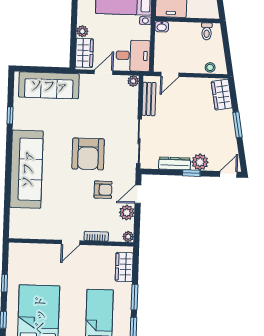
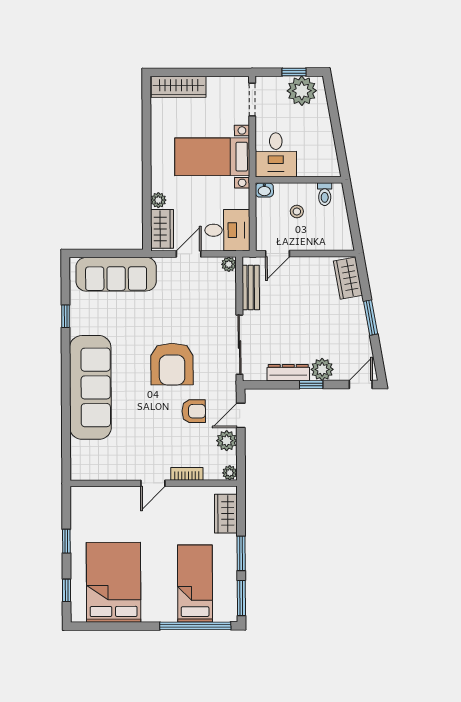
stool: (210, 67) -> (297, 211), moved

